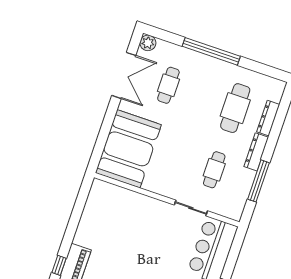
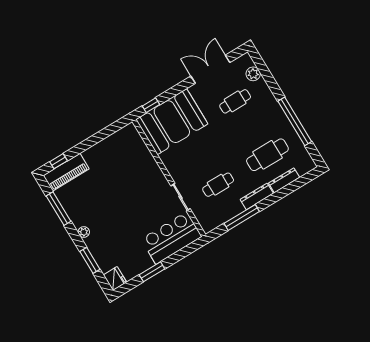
plant: (148, 43) -> (253, 74), moved
window: (211, 51) -> (295, 121), moved
double door: (124, 75) -> (210, 69), swing flipped
window: (98, 150) -> (151, 105), added

